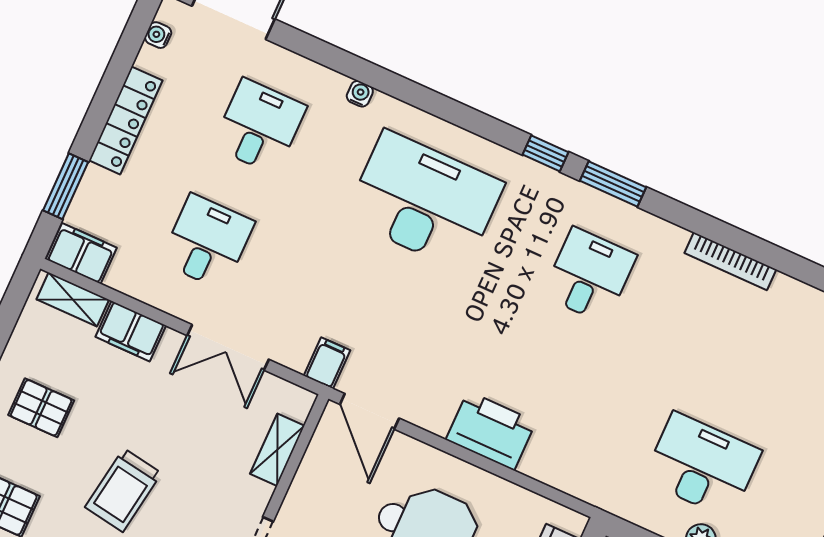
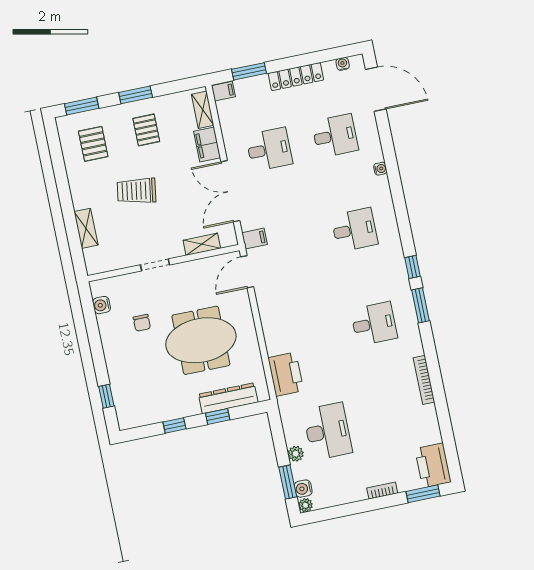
desk: (424, 201) -> (354, 230), width x0.53, depth x0.77
filing cabinet: (81, 253) -> (223, 91), width x0.50
double door: (228, 347) -> (230, 191), width x1.37
printer: (491, 431) -> (286, 374), moved

